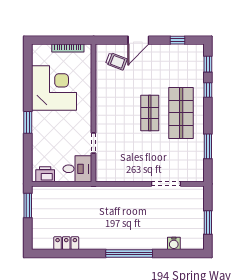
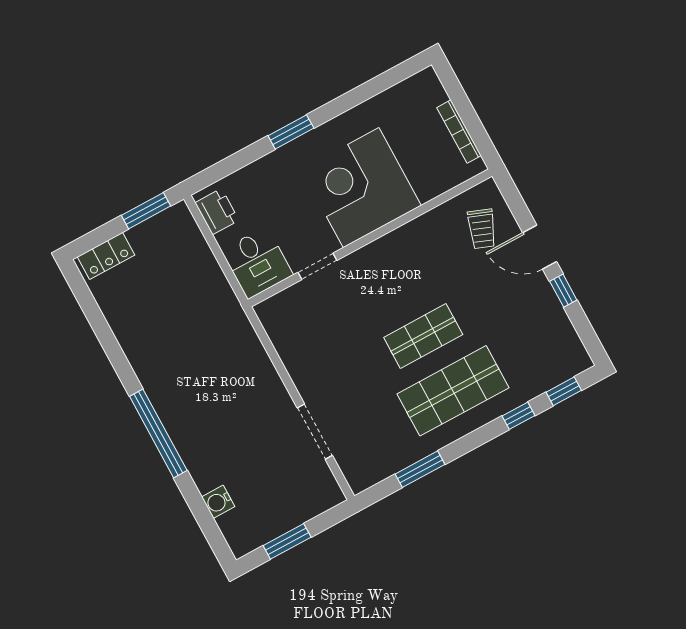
window: (177, 40) -> (563, 291), moved
corner desk: (54, 88) -> (361, 188), moved, turned 180
locker: (66, 243) -> (106, 256), moved, turned 90

